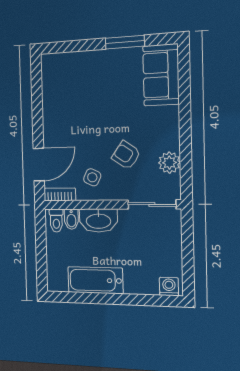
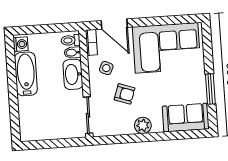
corner sofa: (70, 99) -> (167, 48), added
armchair: (126, 155) -> (125, 94), turned 74
plant: (169, 163) -> (143, 125), moved
washing machine: (169, 287) -> (21, 44), moved

